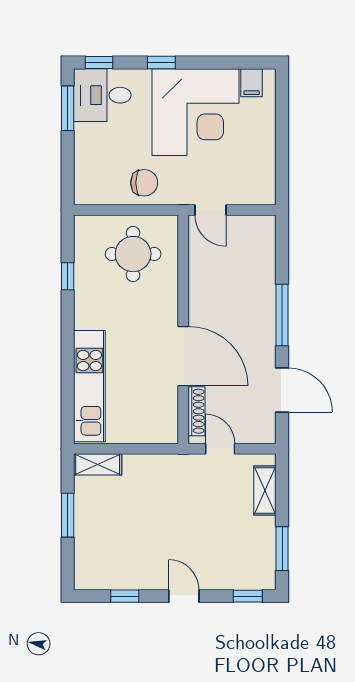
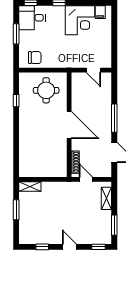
window: (68, 108) -> (16, 34), moved
corner desk: (195, 112) -> (80, 20), width x0.74, depth x0.74
chair: (144, 183) -> (35, 58), moved
door: (210, 210) -> (93, 70), moved
door: (183, 356) -> (69, 125), moved
kitchen unit: (89, 386) -> (26, 151), removed

